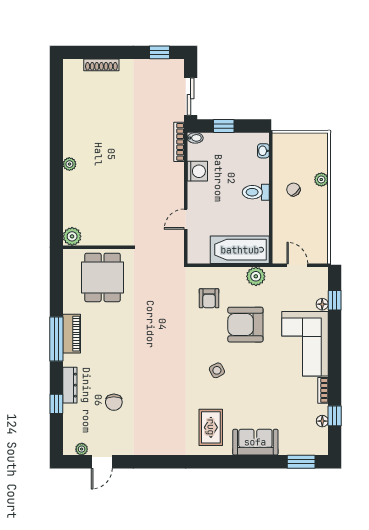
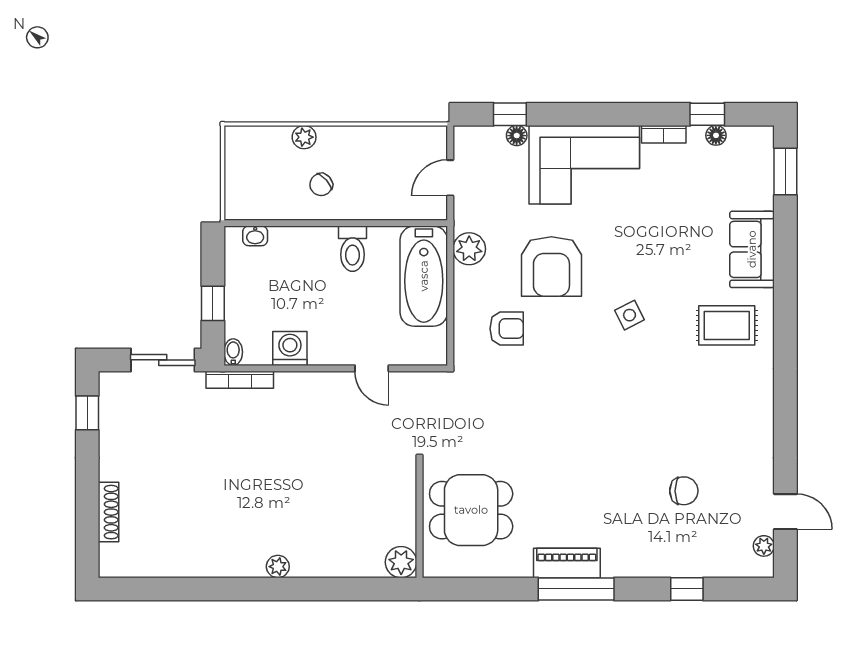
toilet: (256, 192) -> (352, 249), moved
dresser: (70, 385) -> (655, 566), removed

